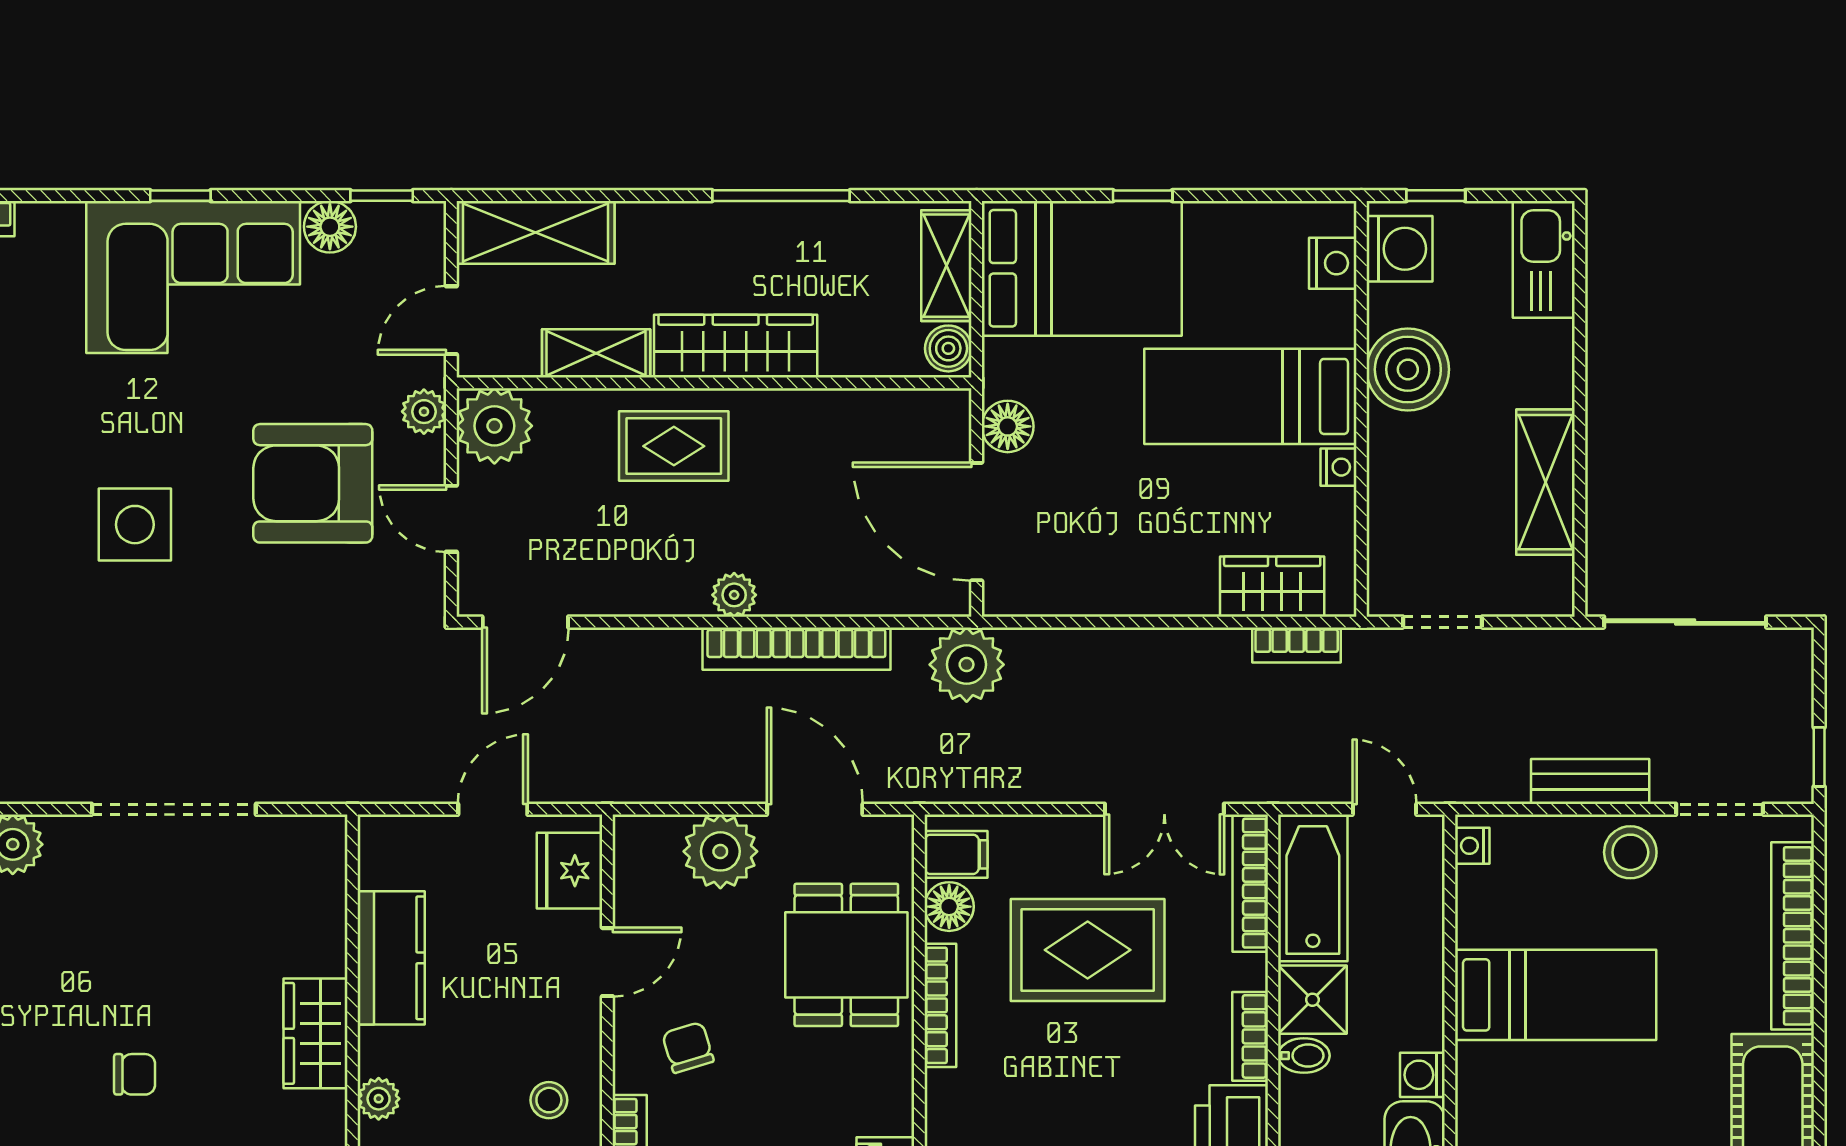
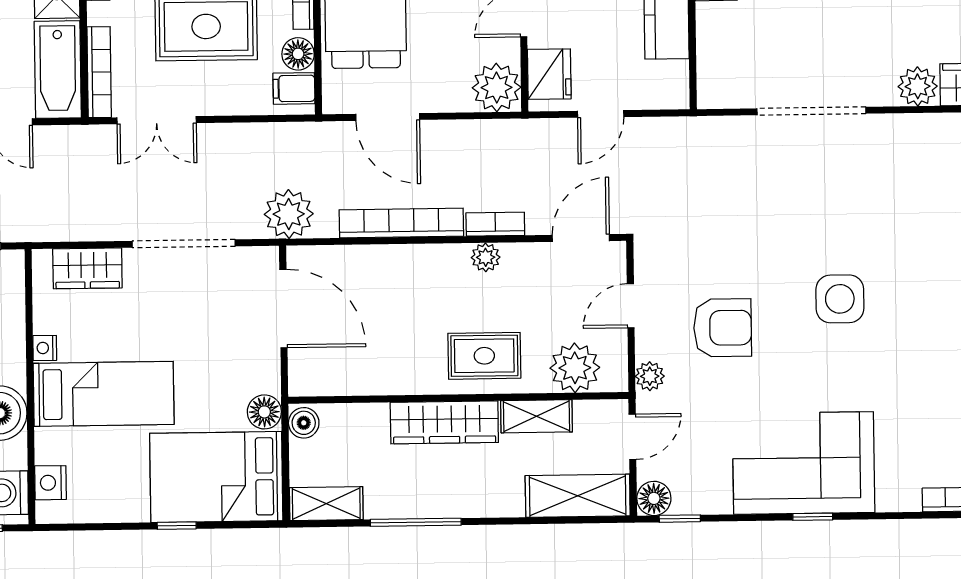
floor lamp: (330, 227) -> (654, 498), moved
shelving: (946, 266) -> (326, 504), moved, turned 90
plant: (494, 426) -> (575, 368), moved
floor lamp: (1008, 426) -> (264, 412), moved
armchair: (313, 483) -> (723, 328), width x0.73, depth x0.73
door: (451, 519) -> (631, 306), swing flipped
plant: (734, 595) -> (486, 257), moved
doorway: (1126, 622) -> (184, 244), added
bookcase: (1297, 645) -> (495, 224), moved
double door: (1164, 809) -> (157, 120), swing flipped
plant: (720, 851) -> (497, 88), moved

